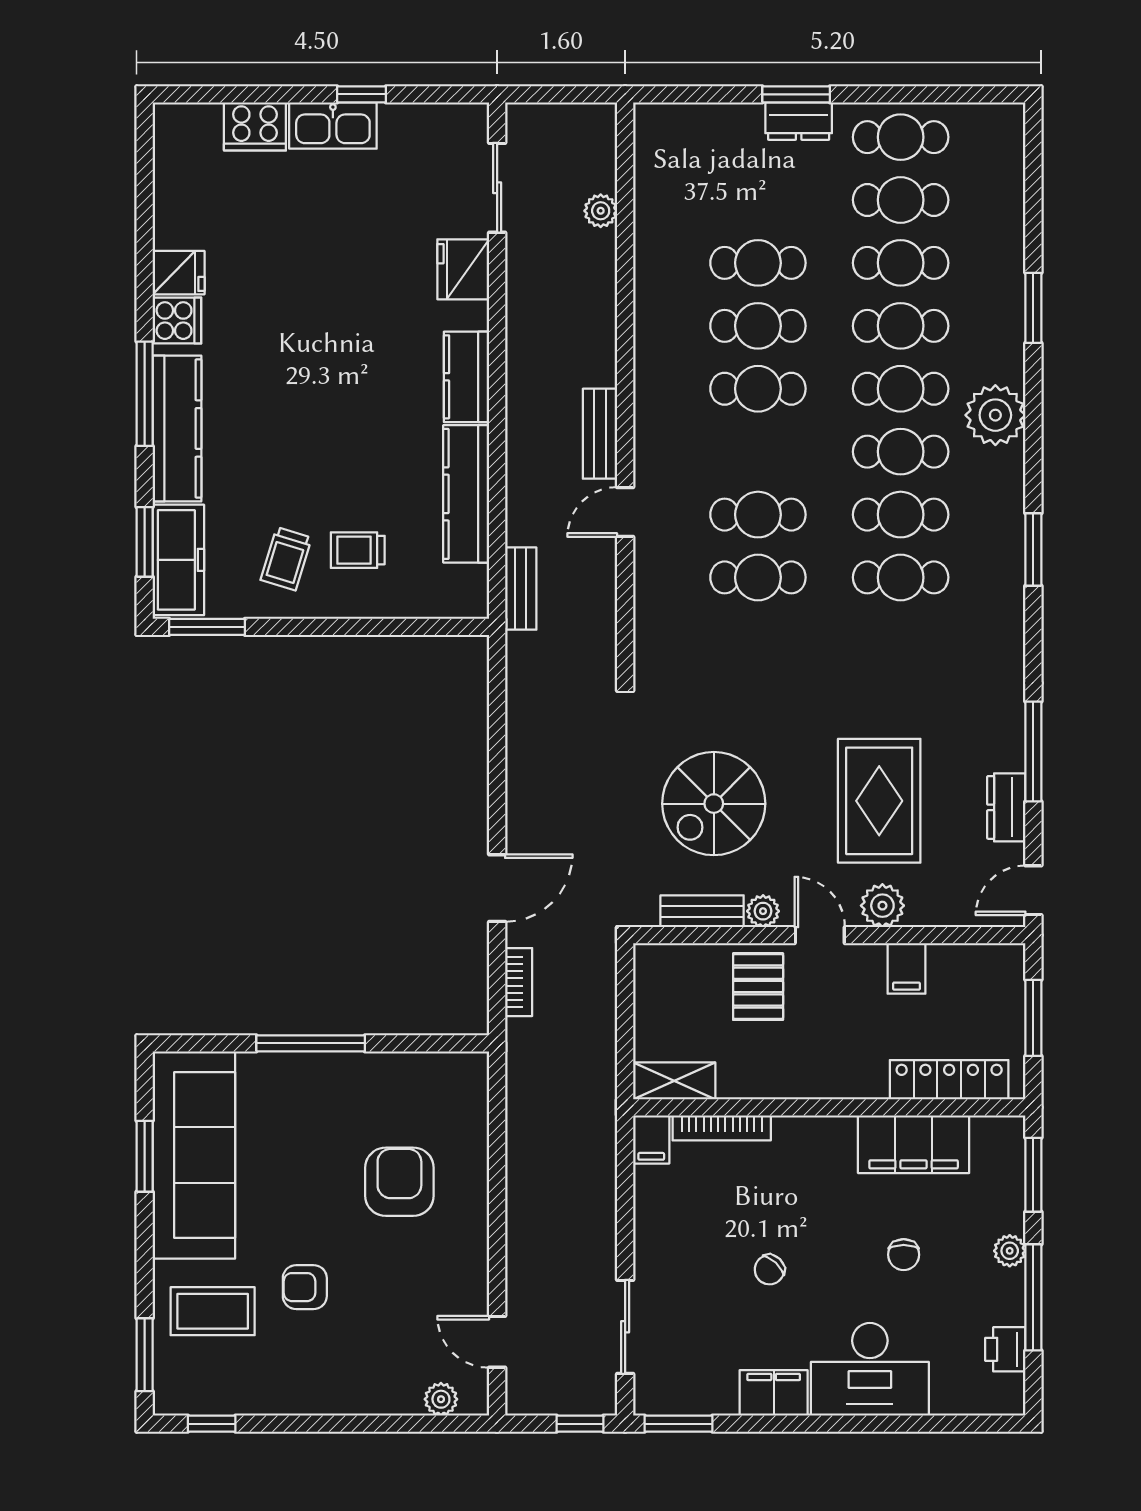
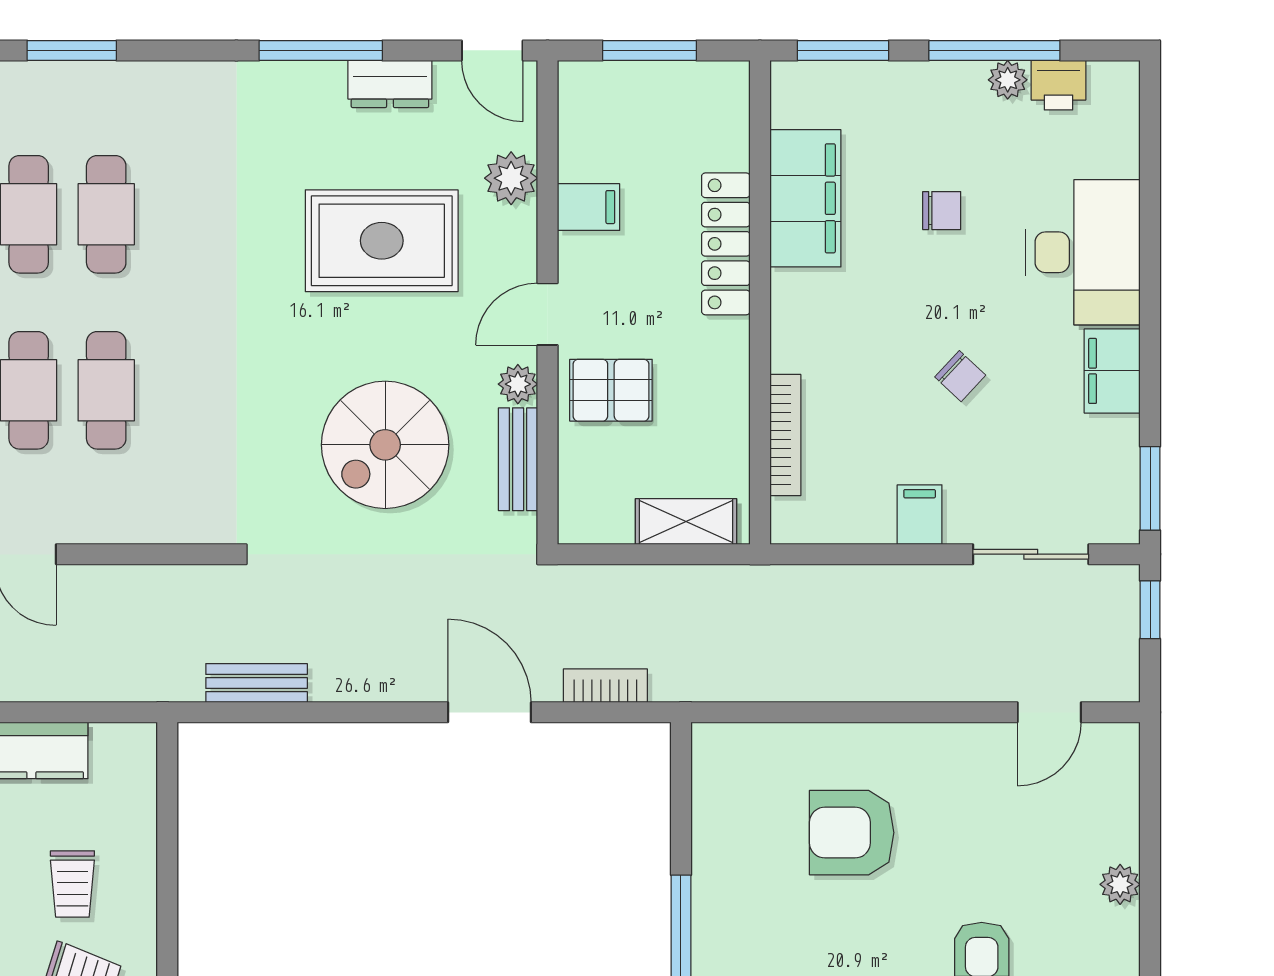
bench: (521, 589) -> (257, 683), moved
spiral stairs: (714, 804) -> (385, 445), turned 90
plant: (882, 906) -> (511, 178), moved
locker: (949, 1080) -> (726, 244), moved
shelving: (674, 1081) -> (686, 521), moved, turned 90
filing cabinet: (651, 1139) -> (920, 515), moved, turned -90
plant: (1010, 1251) -> (1008, 80), moved
plant: (441, 1399) -> (1120, 884), moved

